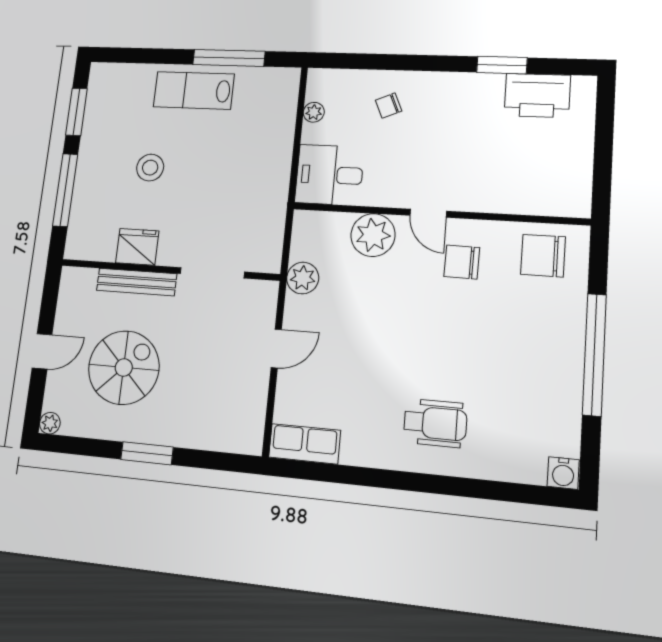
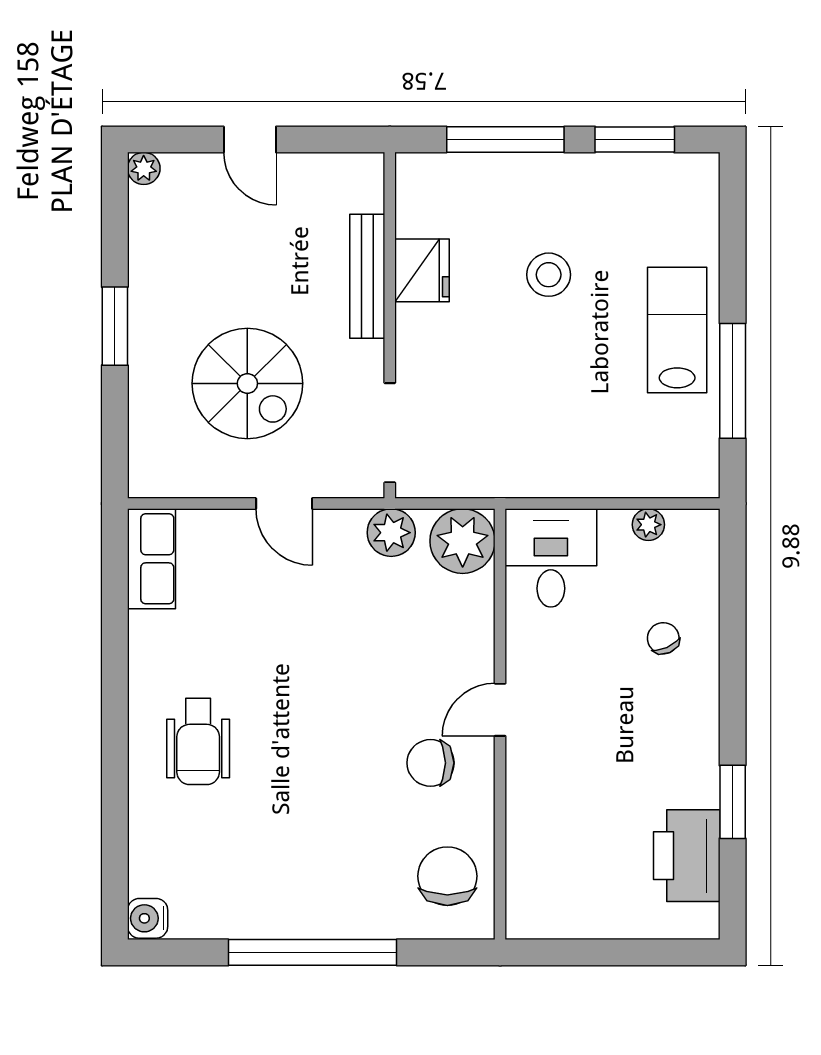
plant: (373, 235) -> (463, 541), moved
chair: (462, 262) -> (431, 763), turned -91
doorway: (212, 273) -> (390, 433), moved
spiral stairs: (124, 368) -> (247, 383), moved

